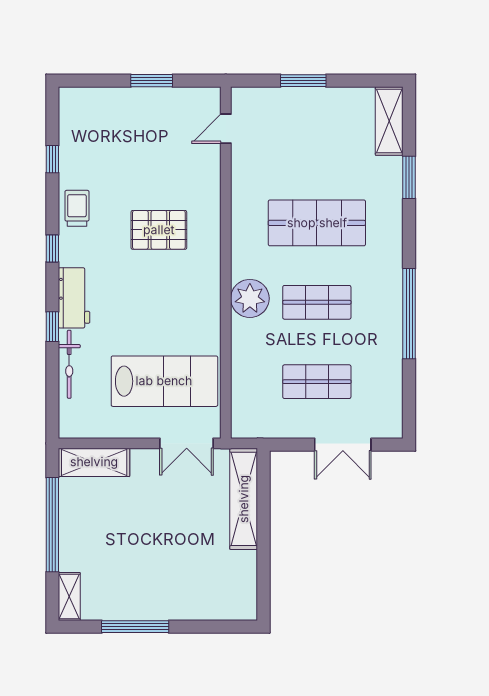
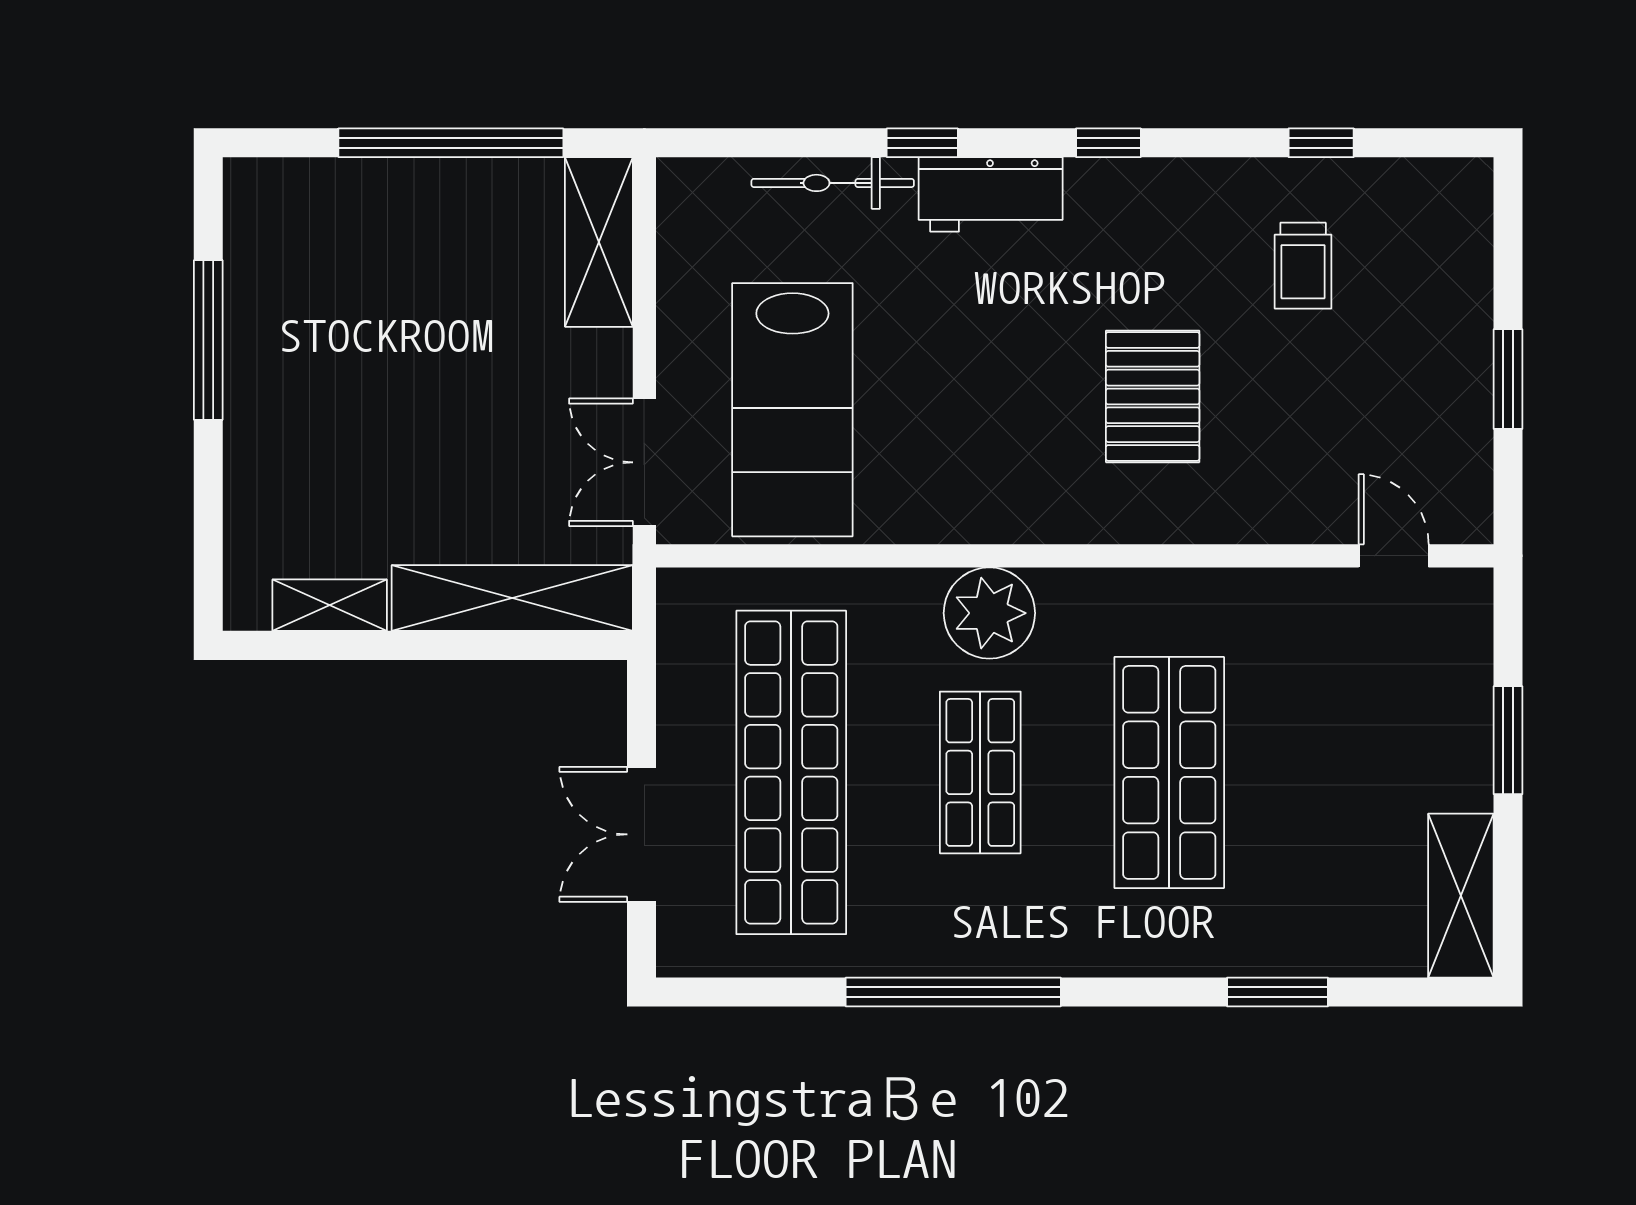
shelving: (389, 121) -> (1461, 896), moved, turned 90
trolley: (77, 208) -> (1303, 266), moved, turned 90
shop shelf: (317, 382) -> (791, 772), width x2.00, depth x1.36
shelving: (69, 596) -> (330, 605), moved

